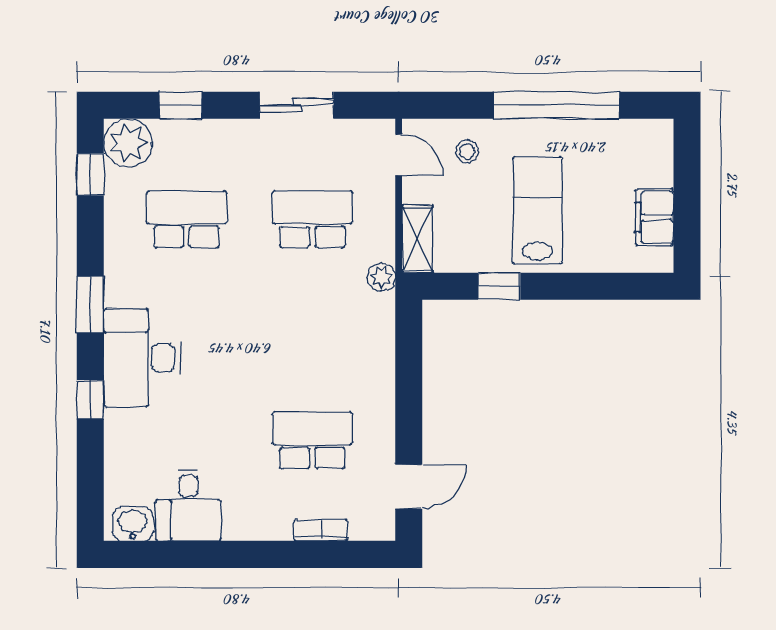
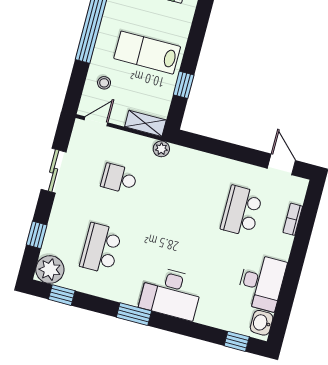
school desk: (312, 219) -> (119, 179), width x0.54
window: (90, 400) -> (237, 341), moved
desk: (188, 505) -> (261, 282), width x1.37

